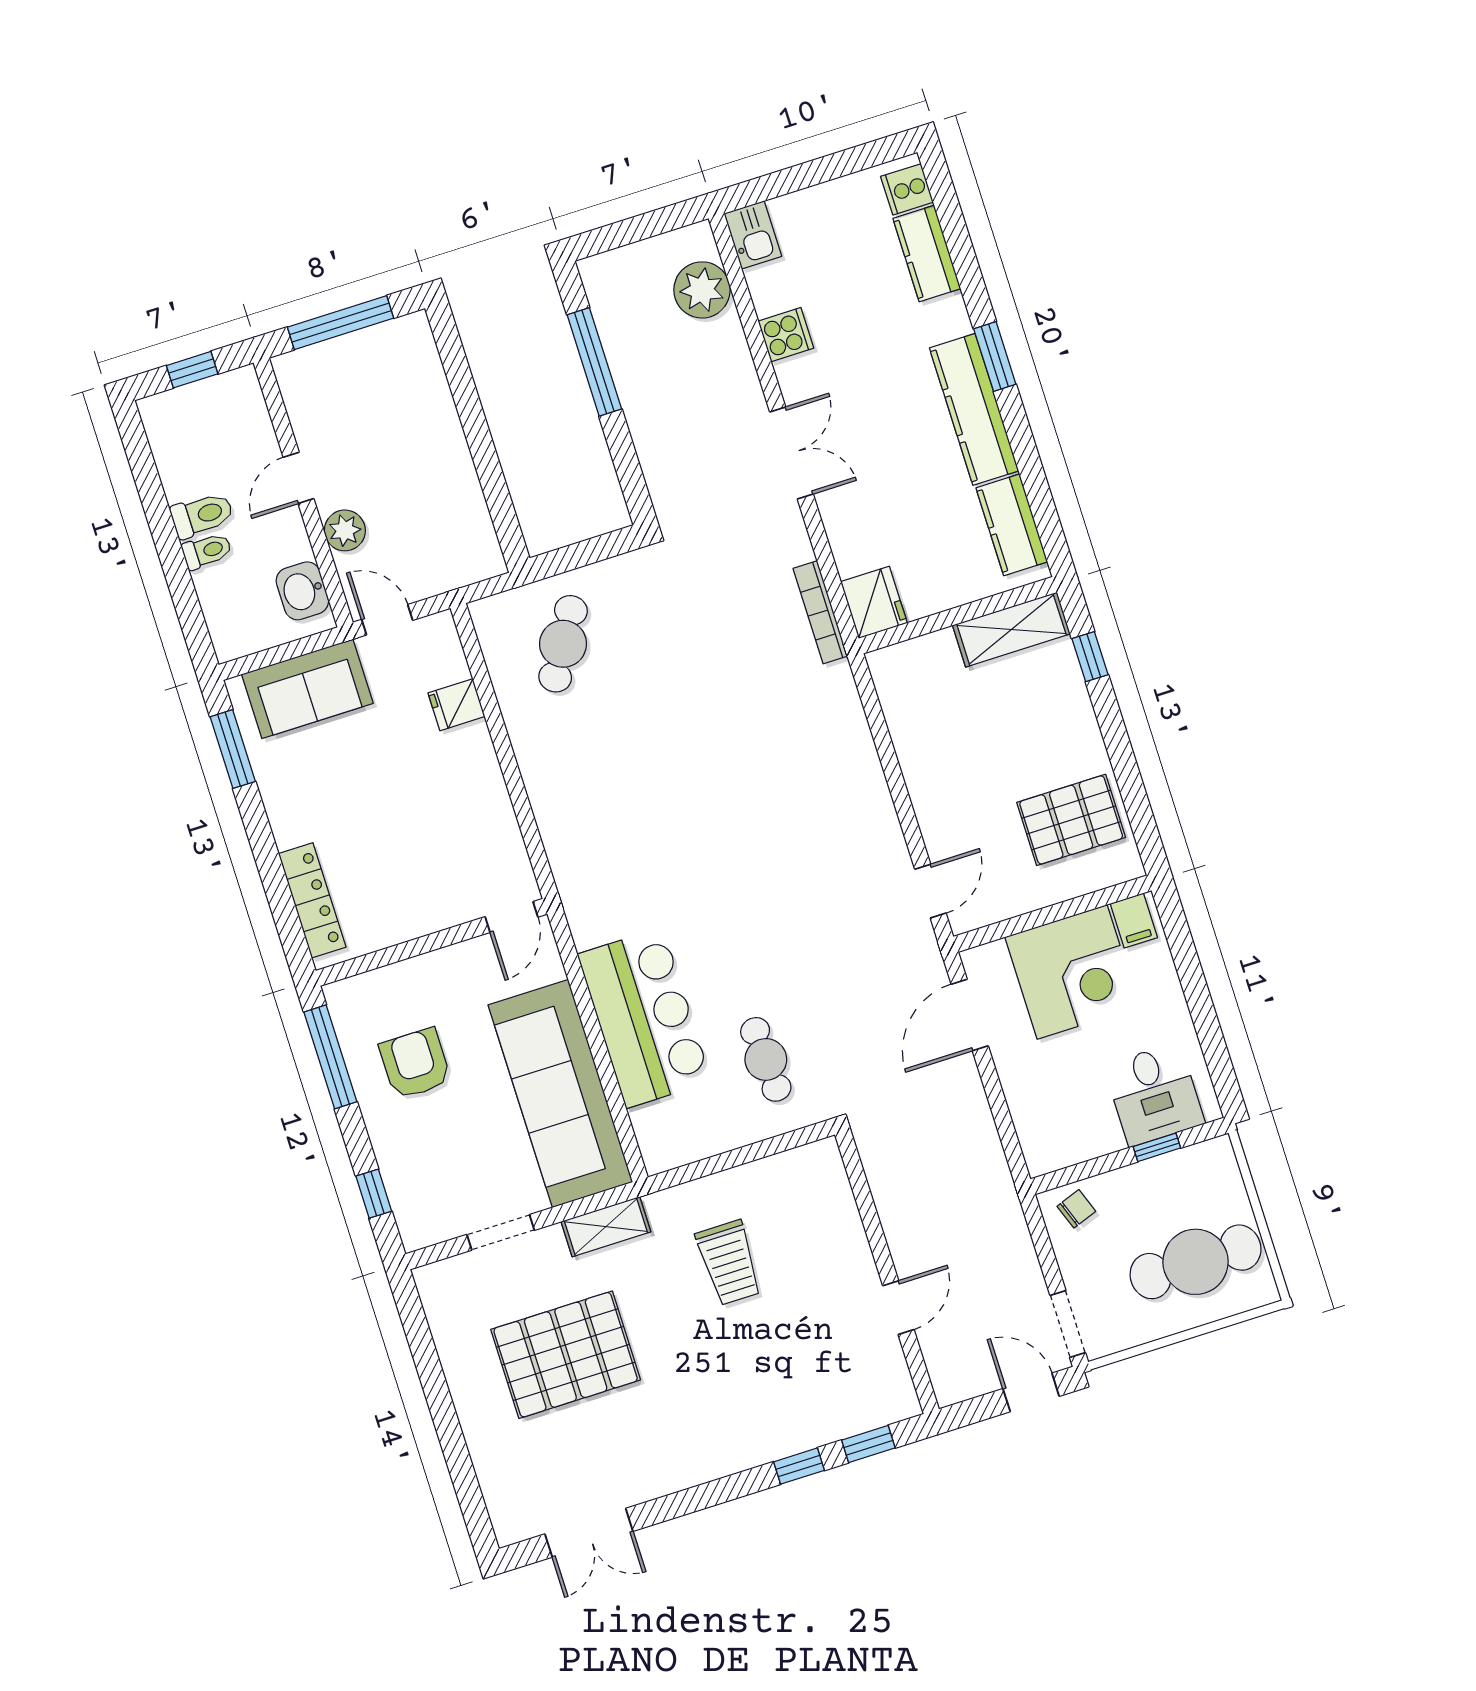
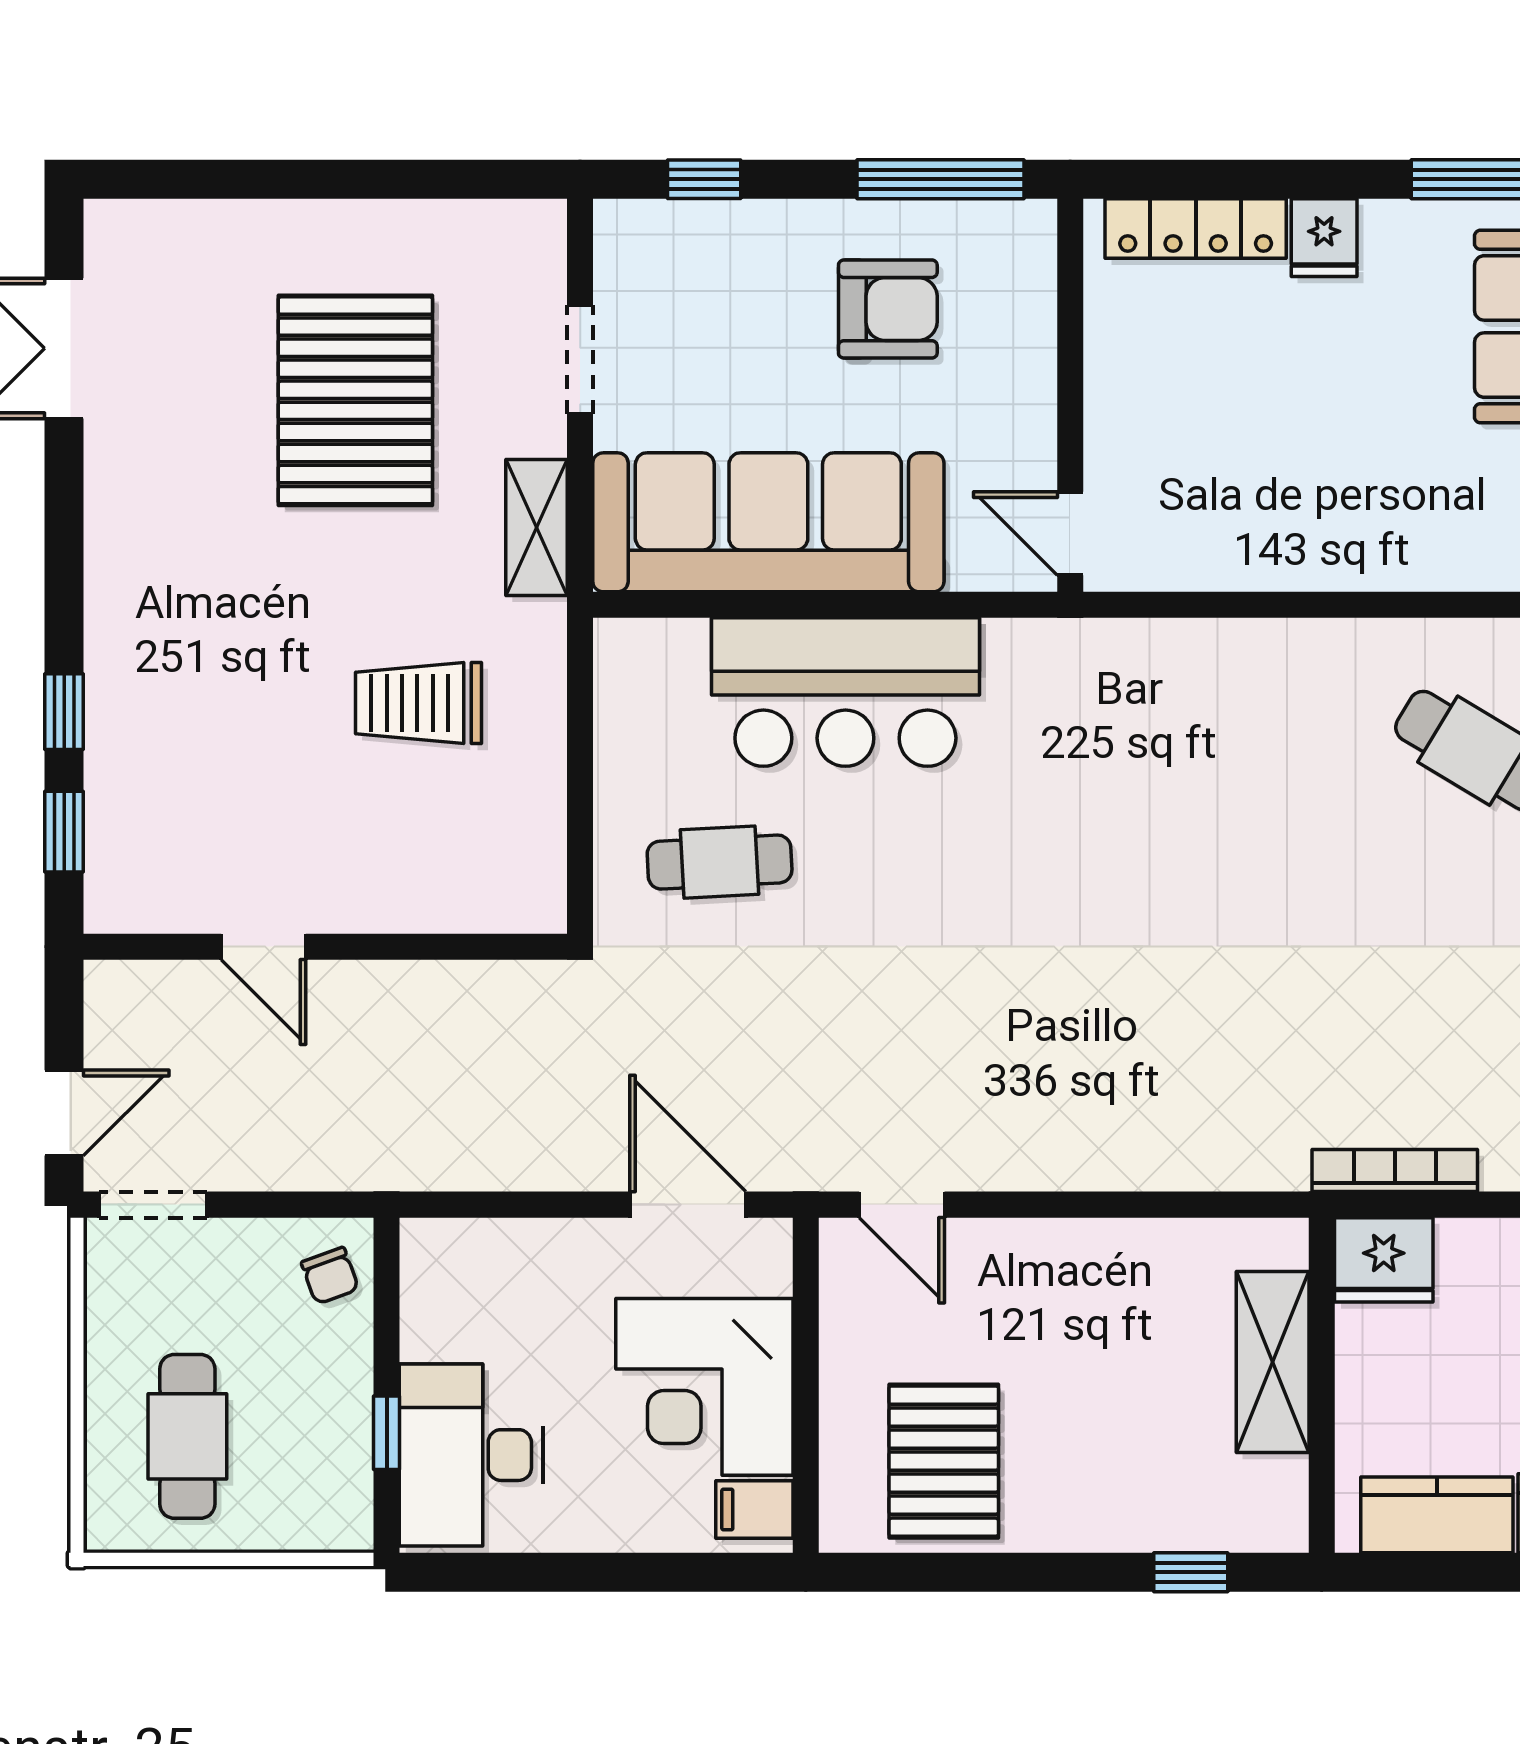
shelving: (1011, 630) -> (1273, 1362), moved
fridge: (456, 705) -> (1324, 238), moved, turned 180
desk: (1154, 1094) -> (471, 1455), width x1.37
cafe table: (1196, 1262) -> (187, 1436), width x0.73, depth x0.74

